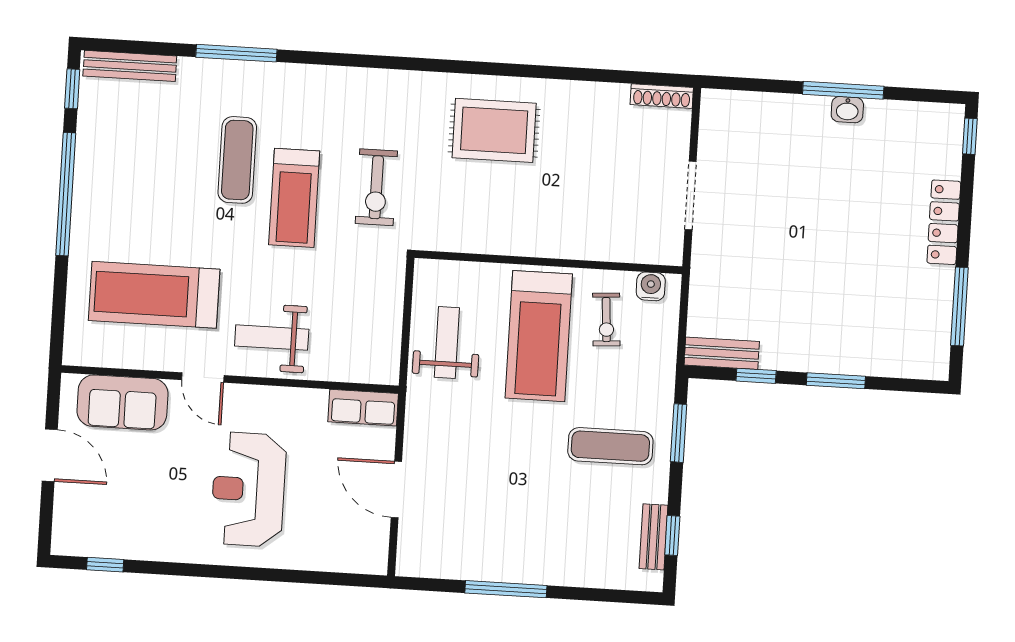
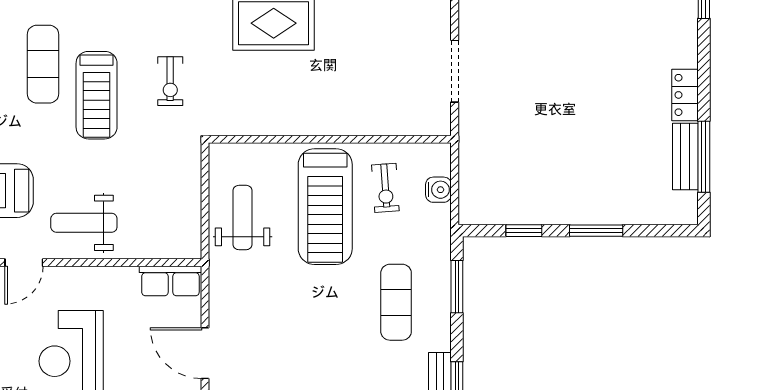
exercise bike: (376, 187) -> (170, 81), width x0.73, depth x0.72
locker: (944, 222) -> (685, 95), width x0.66
water cooler: (651, 286) -> (438, 190), moved, turned 90
bench: (722, 353) -> (685, 156), moved, turned 90
door: (203, 378) -> (24, 263), hinge flipped
exercise mat: (610, 446) -> (396, 302), turned 90

